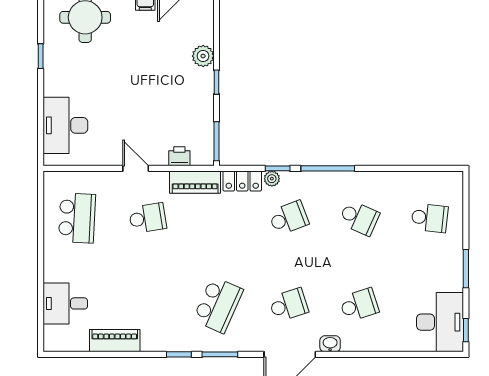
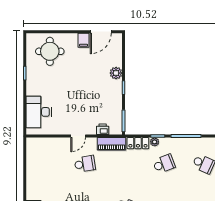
door: (136, 168) -> (78, 136), swing flipped
school desk: (77, 218) -> (45, 164), removed

